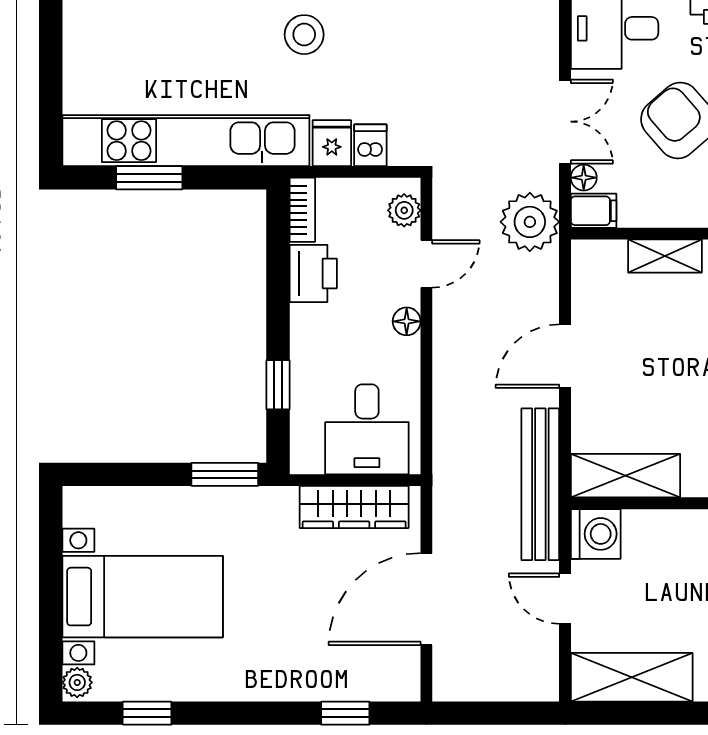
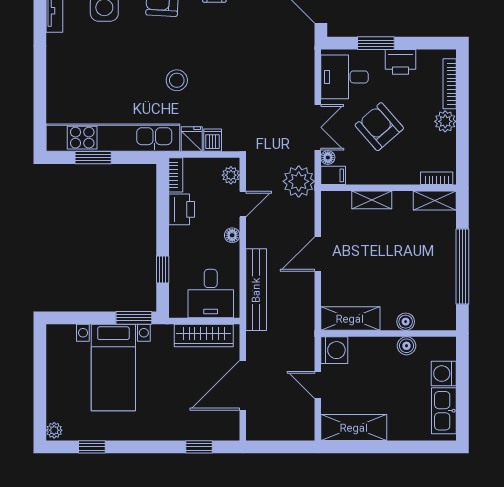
bench: (540, 484) -> (256, 290), moved
bed with nightstands: (143, 597) -> (113, 368), moved, turned 90

